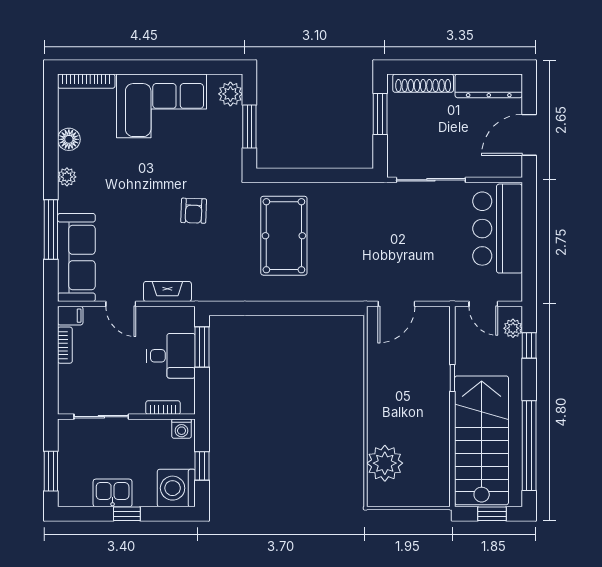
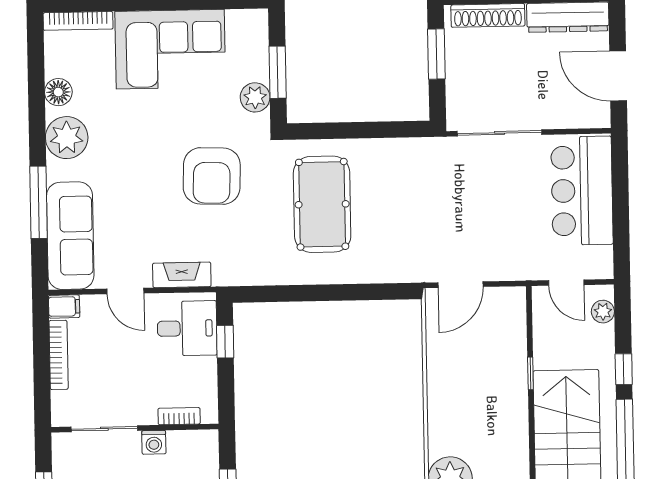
plant: (230, 94) -> (255, 97), moved
door: (529, 135) -> (618, 76), hinge flipped
plant: (67, 177) -> (67, 138), width x1.87, depth x1.87
armchair: (194, 211) -> (212, 176), width x1.88, depth x1.88
bookcase: (65, 345) -> (59, 355), width x1.56
window: (529, 345) -> (624, 369), moved
window: (202, 347) -> (225, 342), width x0.67
desk: (171, 356) -> (187, 328), moved
washing machine: (182, 429) -> (154, 442), moved

